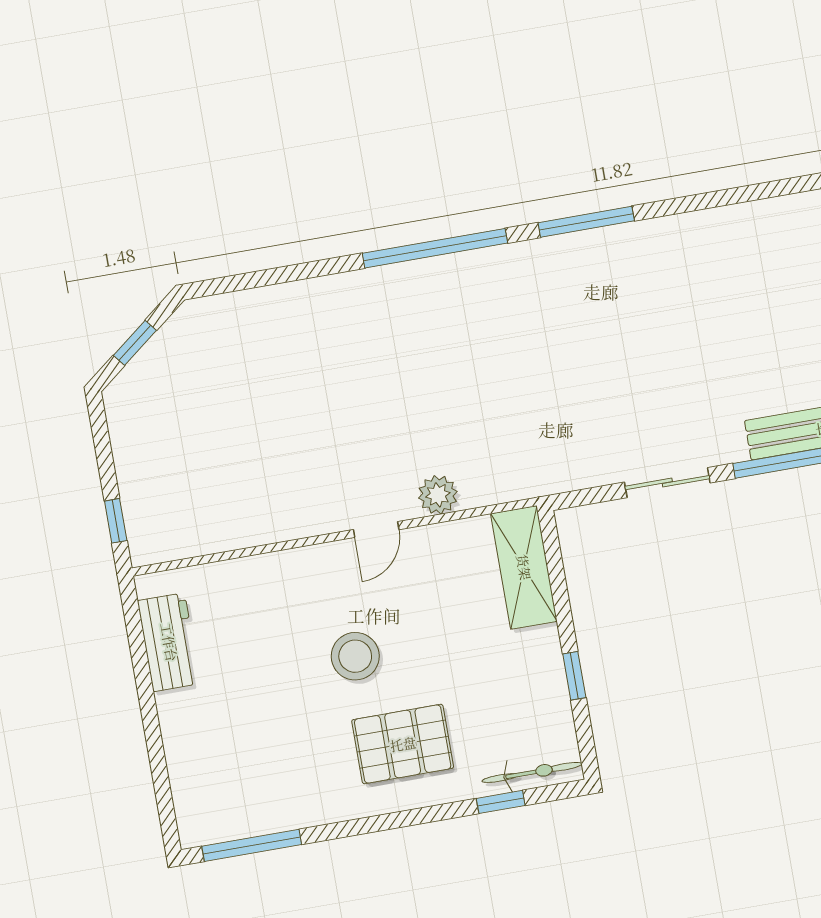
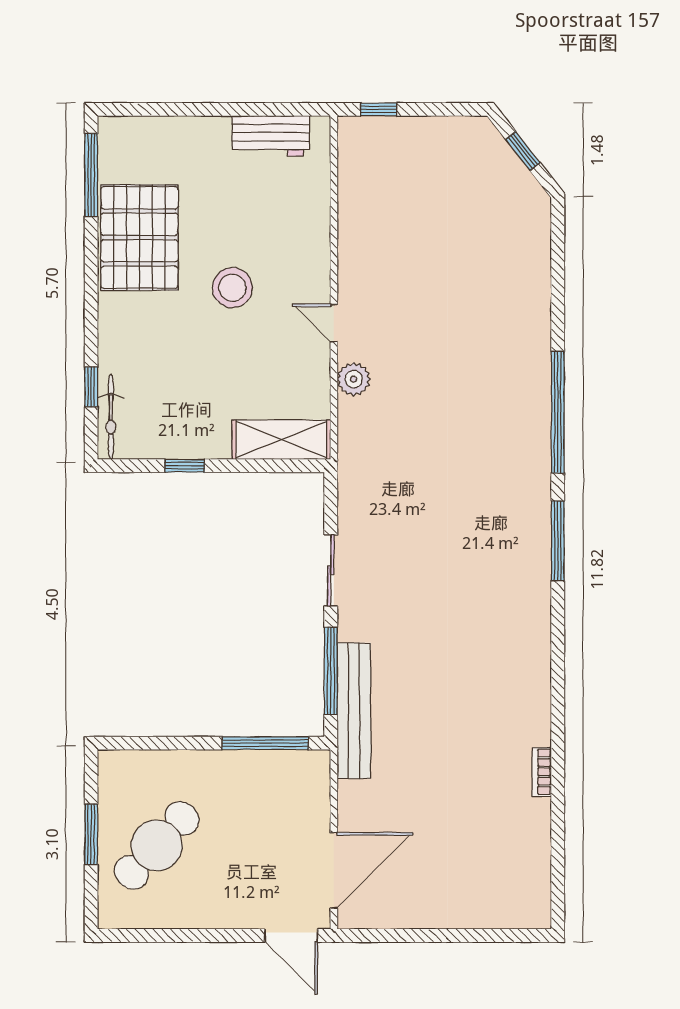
pallet: (403, 744) -> (139, 238), moved, width x1.37, depth x1.41

